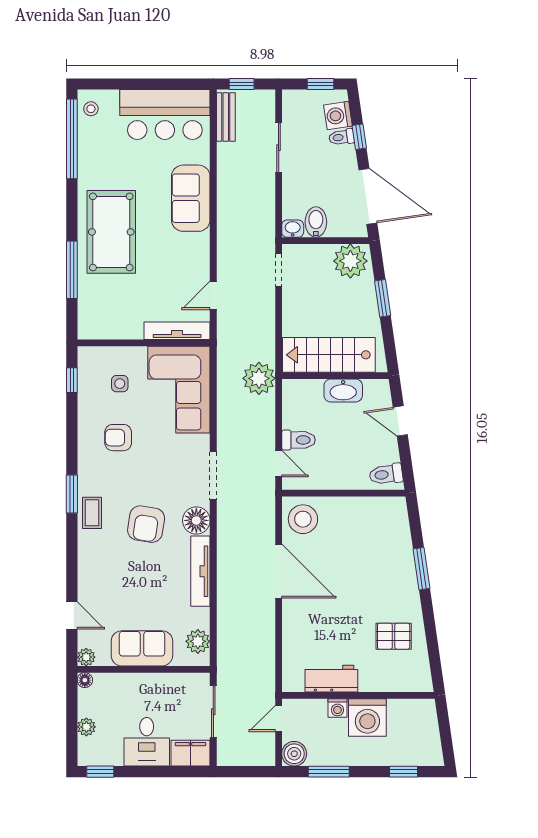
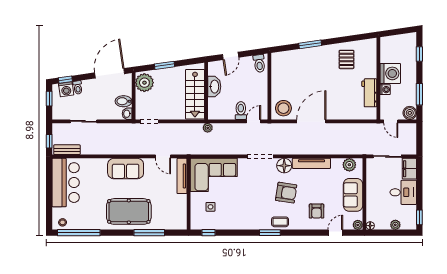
window: (359, 137) -> (65, 80), moved
sofa: (191, 198) -> (126, 169), moved
plant: (259, 378) -> (208, 128), width x0.53, depth x0.53
armchair: (118, 438) -> (317, 211), moved

